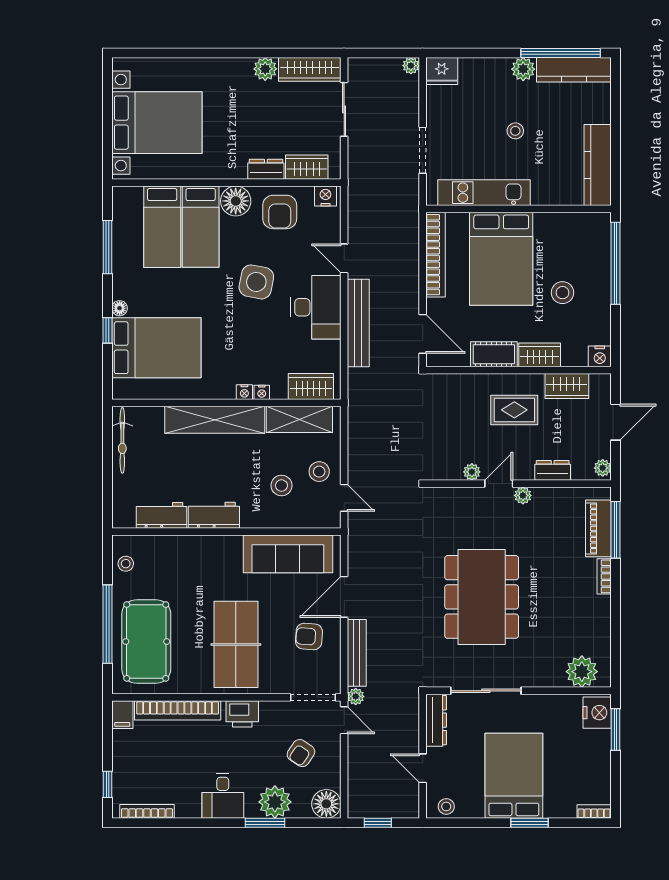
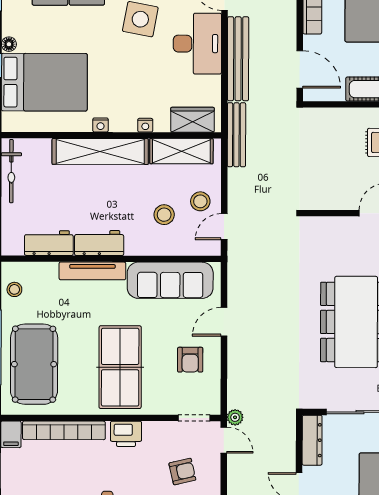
nightstand: (244, 392) -> (101, 125), moved
plant: (472, 472) -> (347, 202), removed
door: (344, 498) -> (224, 227), swing flipped
tv unit: (207, 544) -> (92, 271), added
door: (344, 597) -> (224, 322), width x0.73
armchair: (309, 637) -> (190, 360), turned -94
bench: (357, 653) -> (236, 135), moved
doorway: (313, 697) -> (194, 418), width x0.73
armchair: (301, 753) -> (182, 472), turned -137

